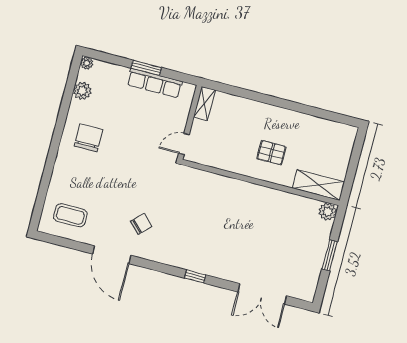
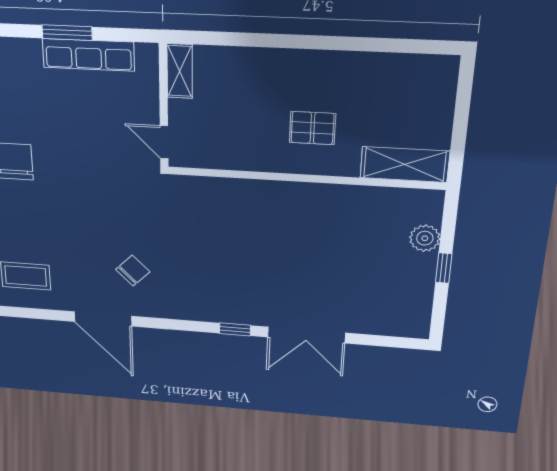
door: (184, 144) -> (164, 142), hinge flipped
plant: (328, 212) -> (425, 238), moved
window: (330, 255) -> (444, 268), width x0.67
double door: (262, 294) -> (306, 335), moved

